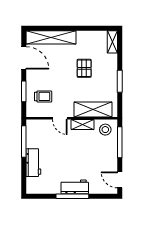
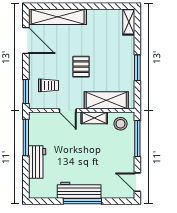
pallet: (84, 68) -> (81, 67), moved
window: (24, 91) -> (26, 91), moved
workbench: (75, 187) -> (79, 190), width x1.38

